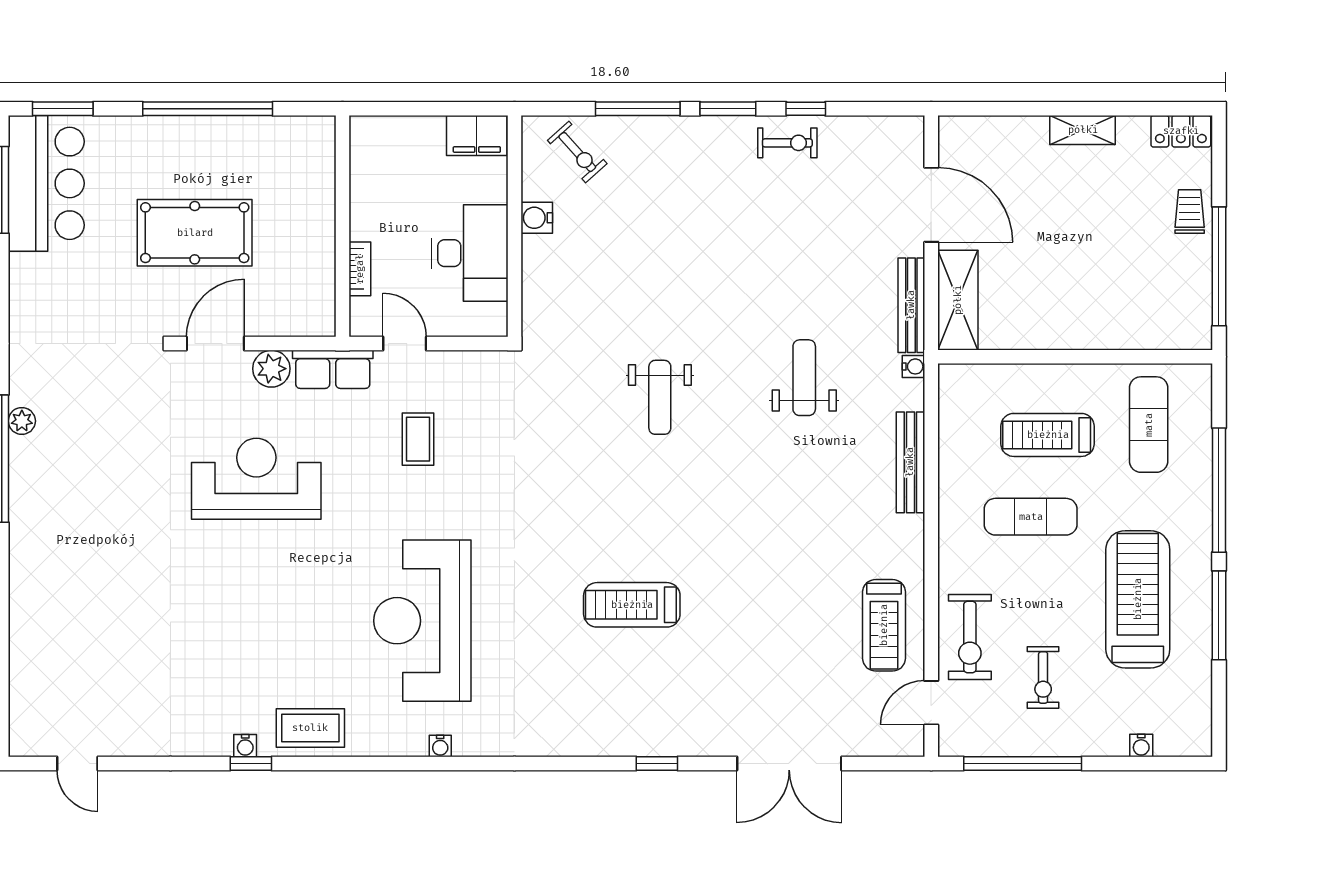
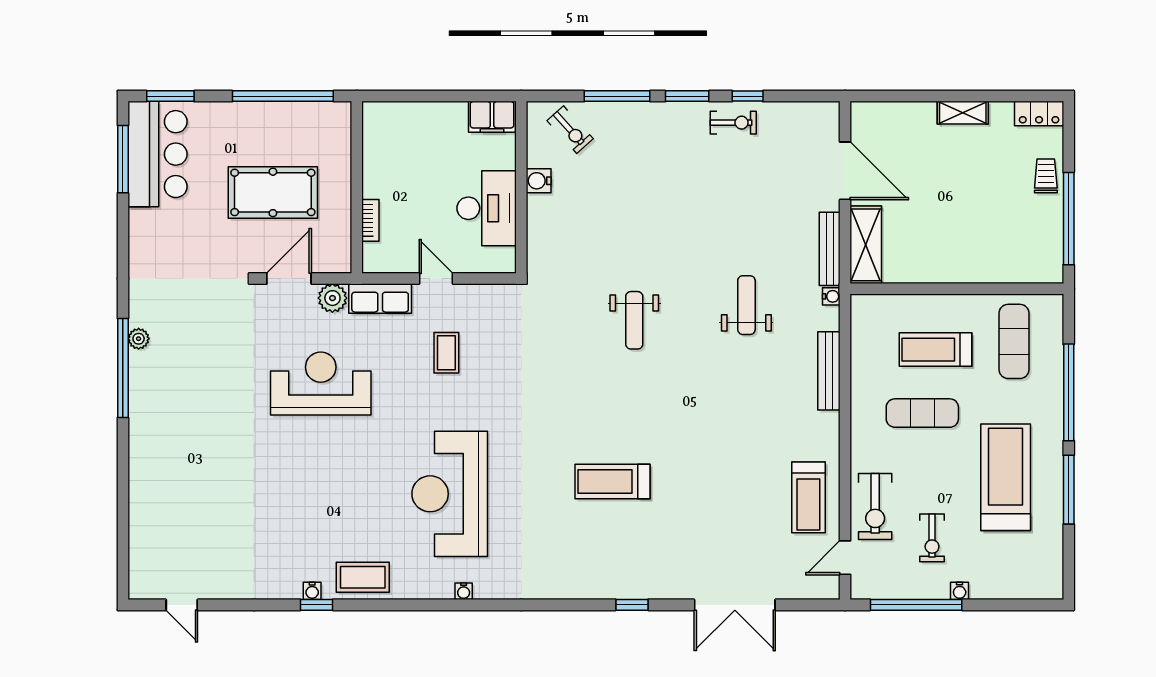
wall: (342, 226) -> (357, 187), moved
bookcase: (360, 269) -> (370, 220), moved
water cooler: (1141, 746) -> (960, 591), moved

